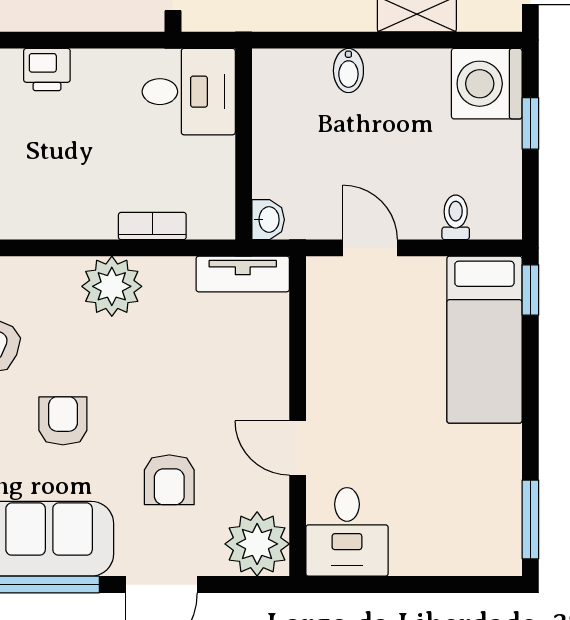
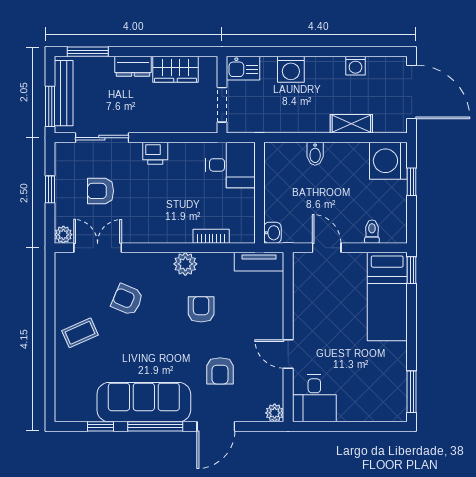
plant: (112, 286) -> (185, 264), width x0.73, depth x0.73
armchair: (63, 421) -> (201, 309), moved
plant: (257, 544) -> (275, 413), width x0.53, depth x0.53

